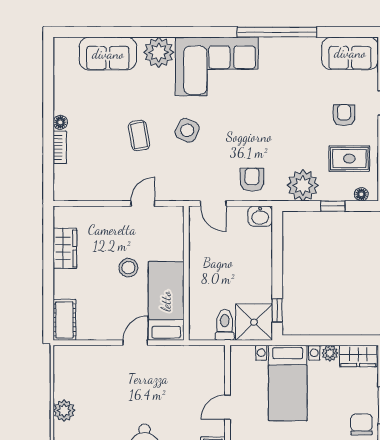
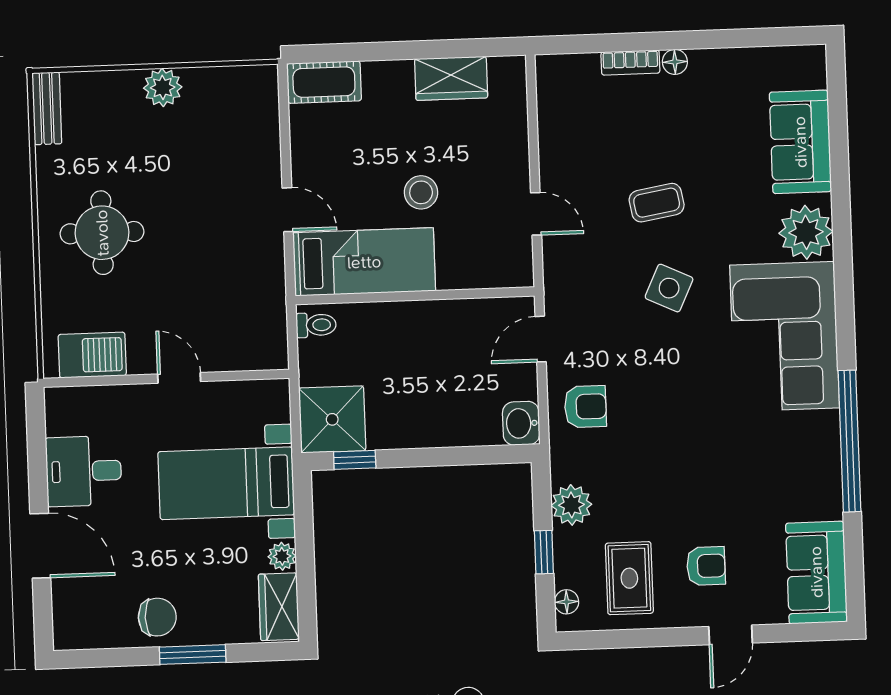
plant: (303, 185) -> (571, 505), width x0.73, depth x0.73
toilet: (225, 325) -> (316, 325), moved, width x0.73, depth x0.72

